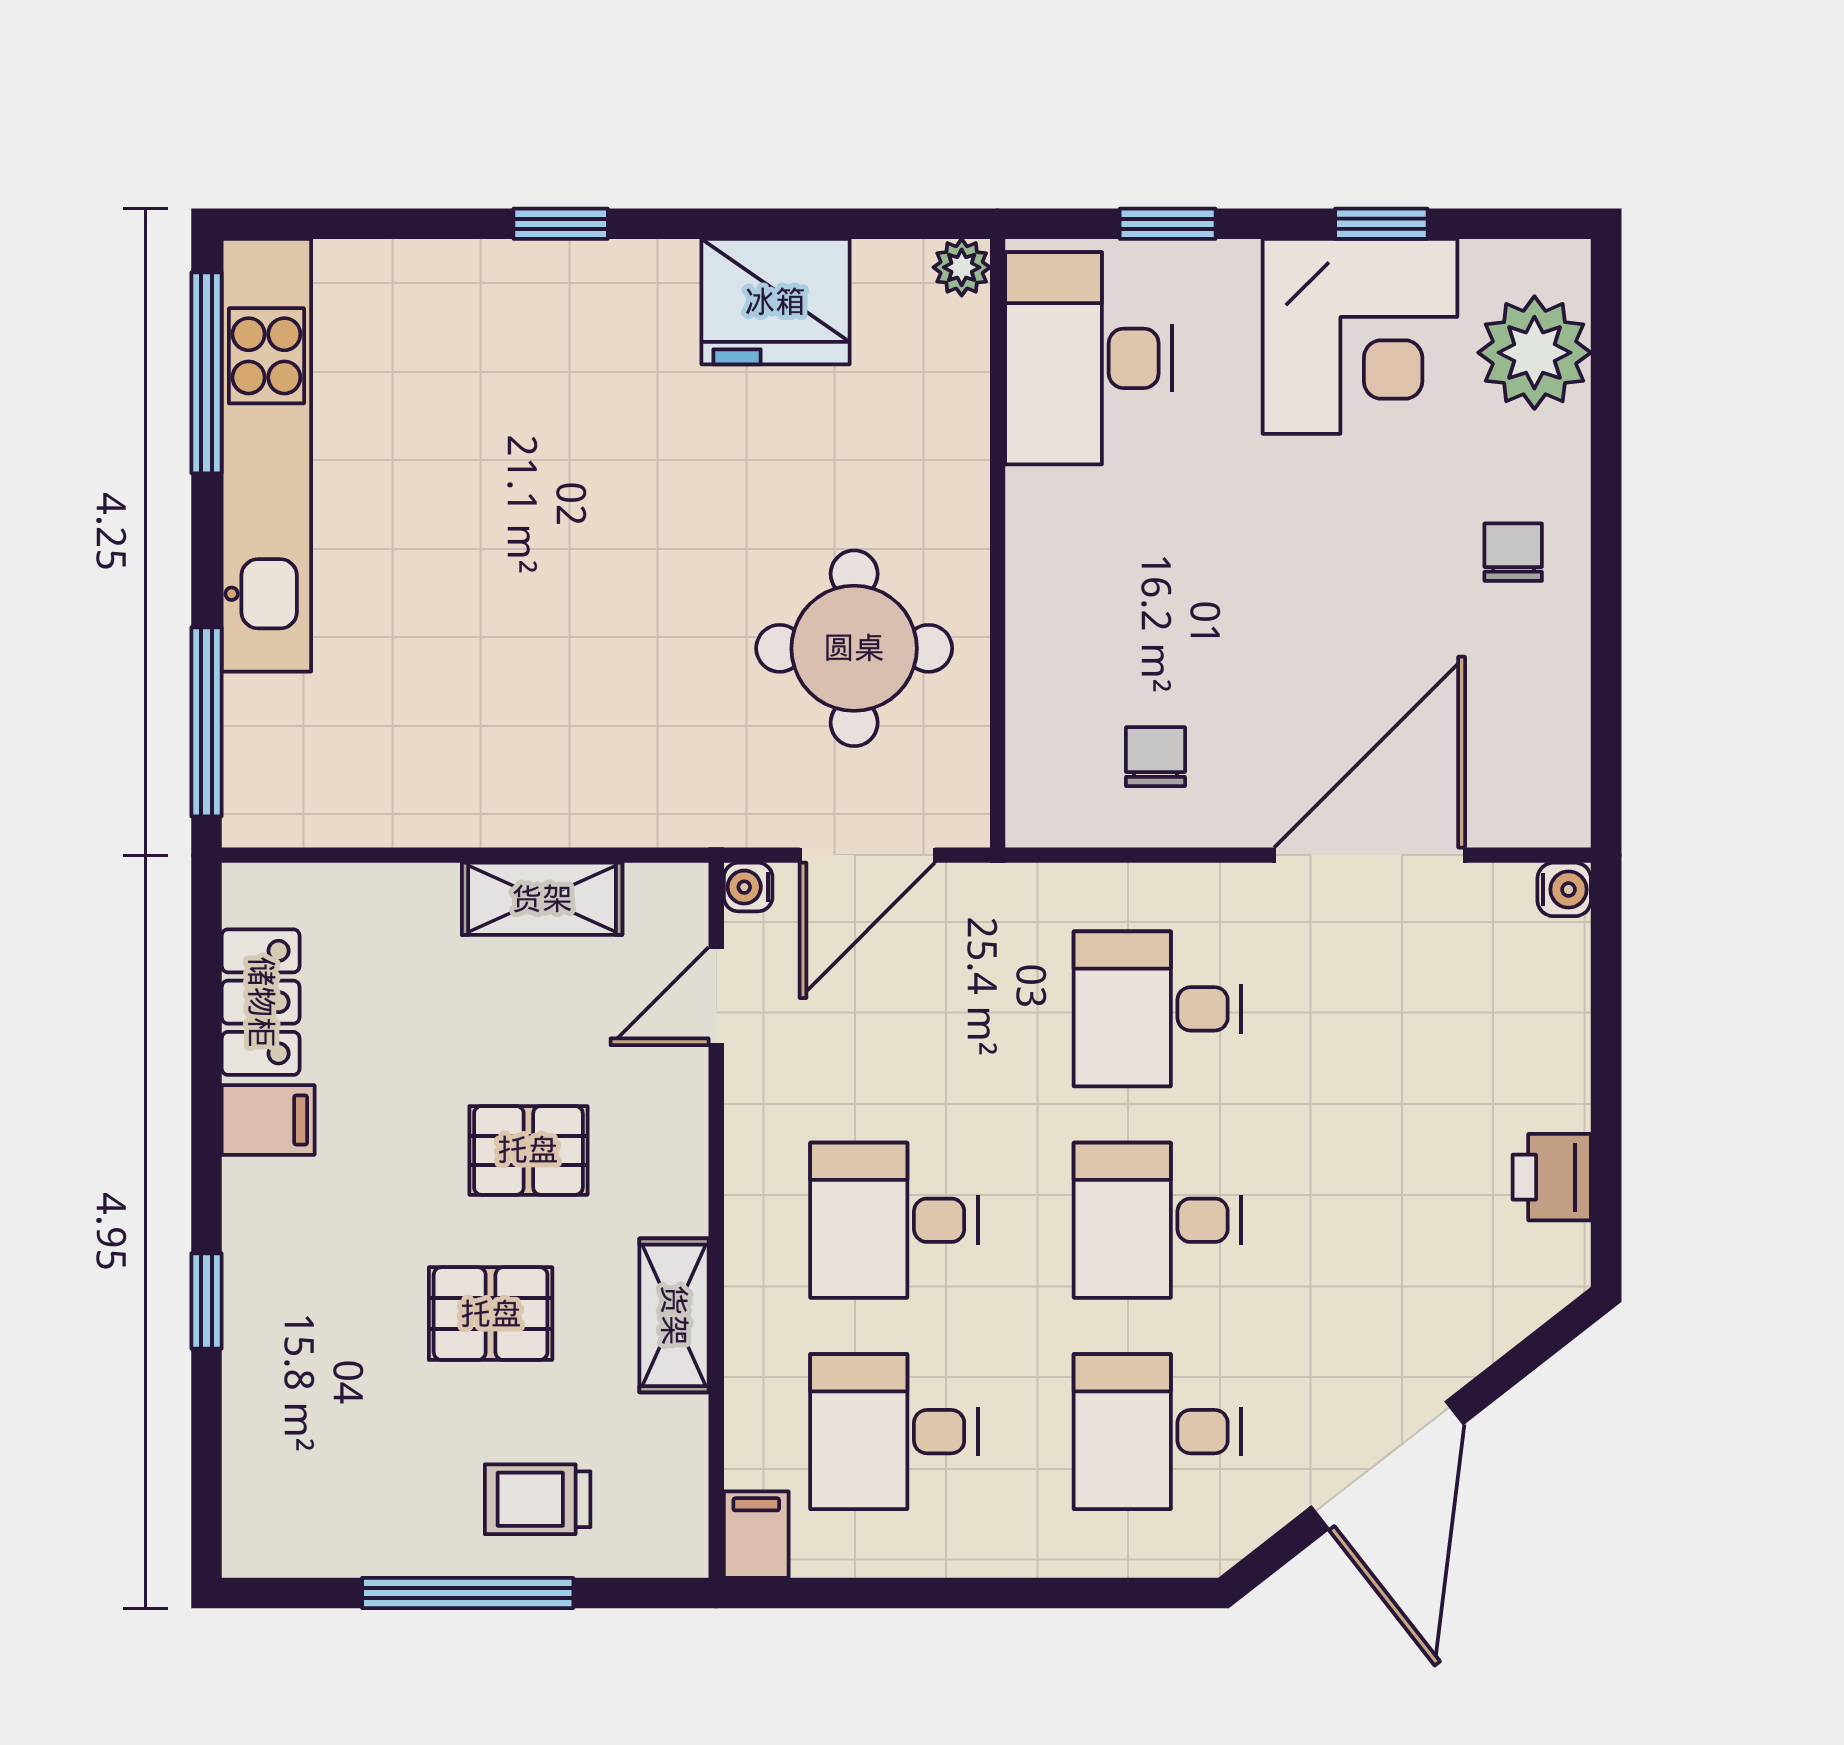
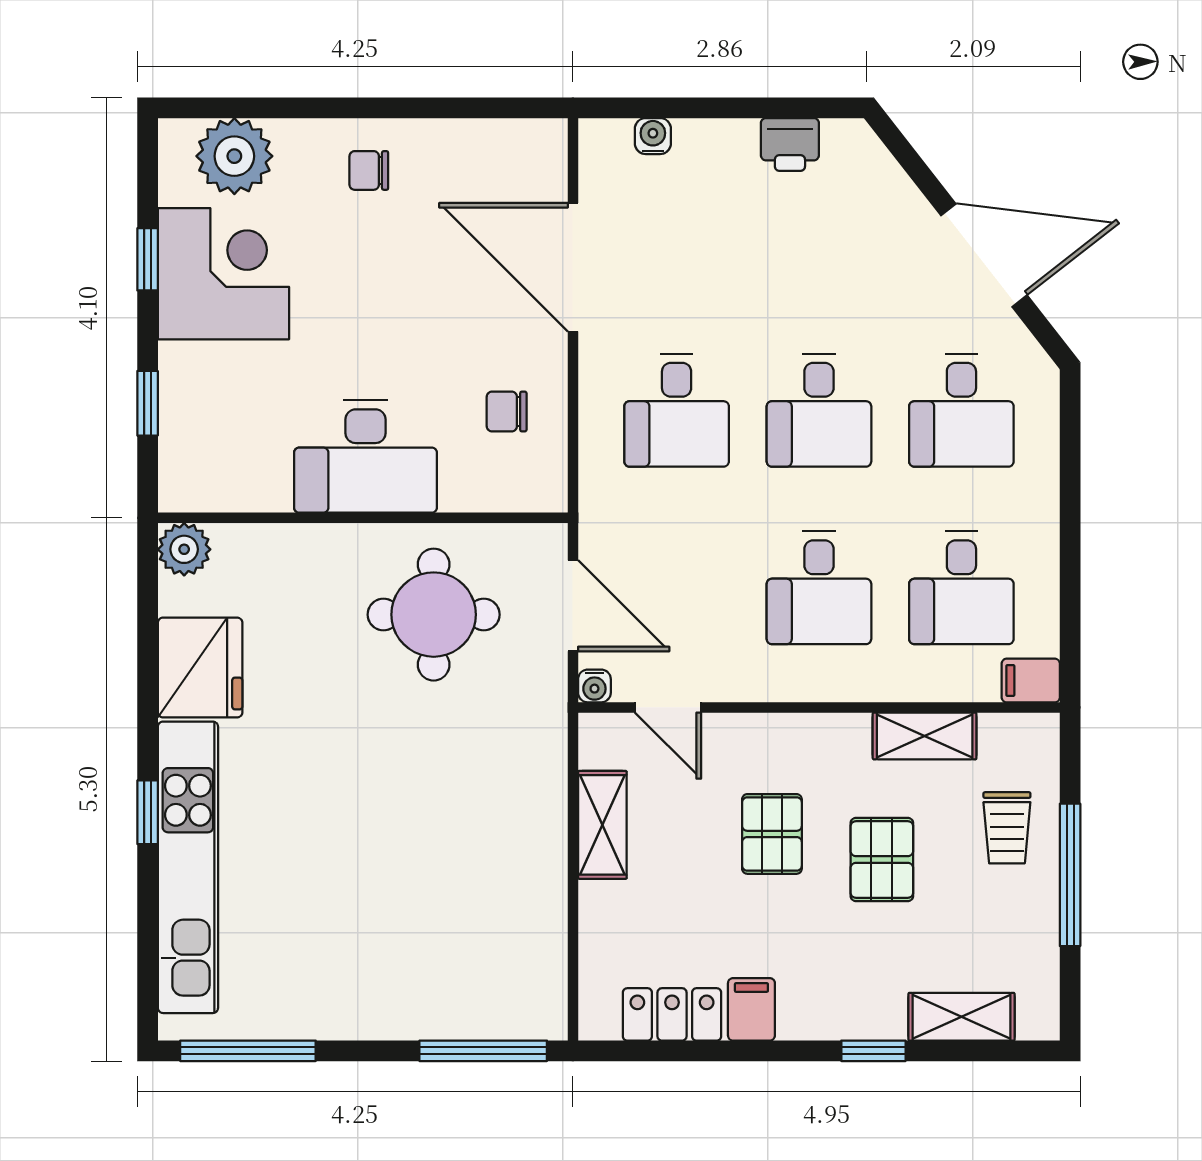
plant: (962, 267) -> (184, 549), width x1.38, depth x1.38
desk: (1089, 358) -> (366, 457), moved
kitchen unit: (266, 455) -> (188, 867), moved, turned 90
water cooler: (1564, 889) -> (653, 136), moved
shelving: (674, 1315) -> (925, 736), moved
shelving: (257, 1432) -> (962, 1017), added

